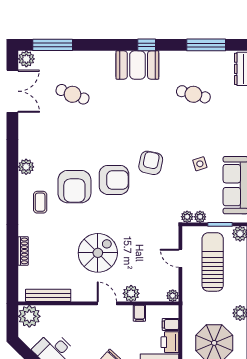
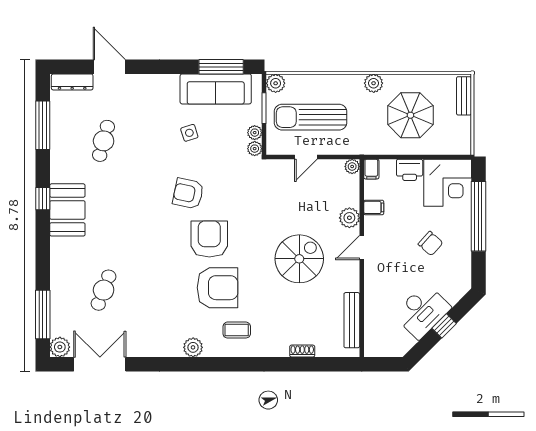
shoe rack: (23, 251) -> (302, 351), width x0.70
spiral stairs: (98, 253) -> (299, 259), turned 90
plant: (29, 316) -> (378, 343), removed
filing cabinet: (171, 324) -> (371, 169), moved

